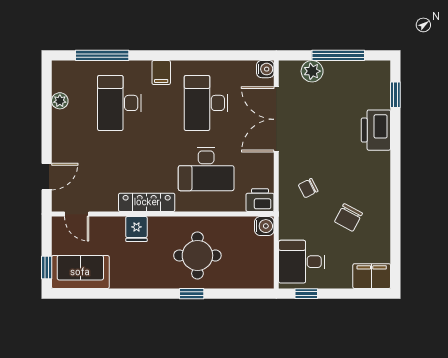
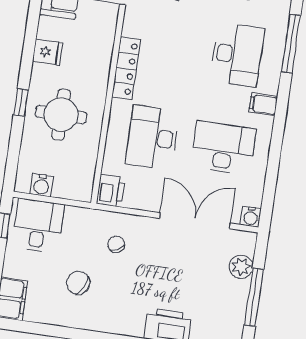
desk: (119, 103) -> (237, 55), turned 90
water cooler: (264, 226) -> (41, 185), moved
fridge: (136, 229) -> (48, 52), moved, turned 180

